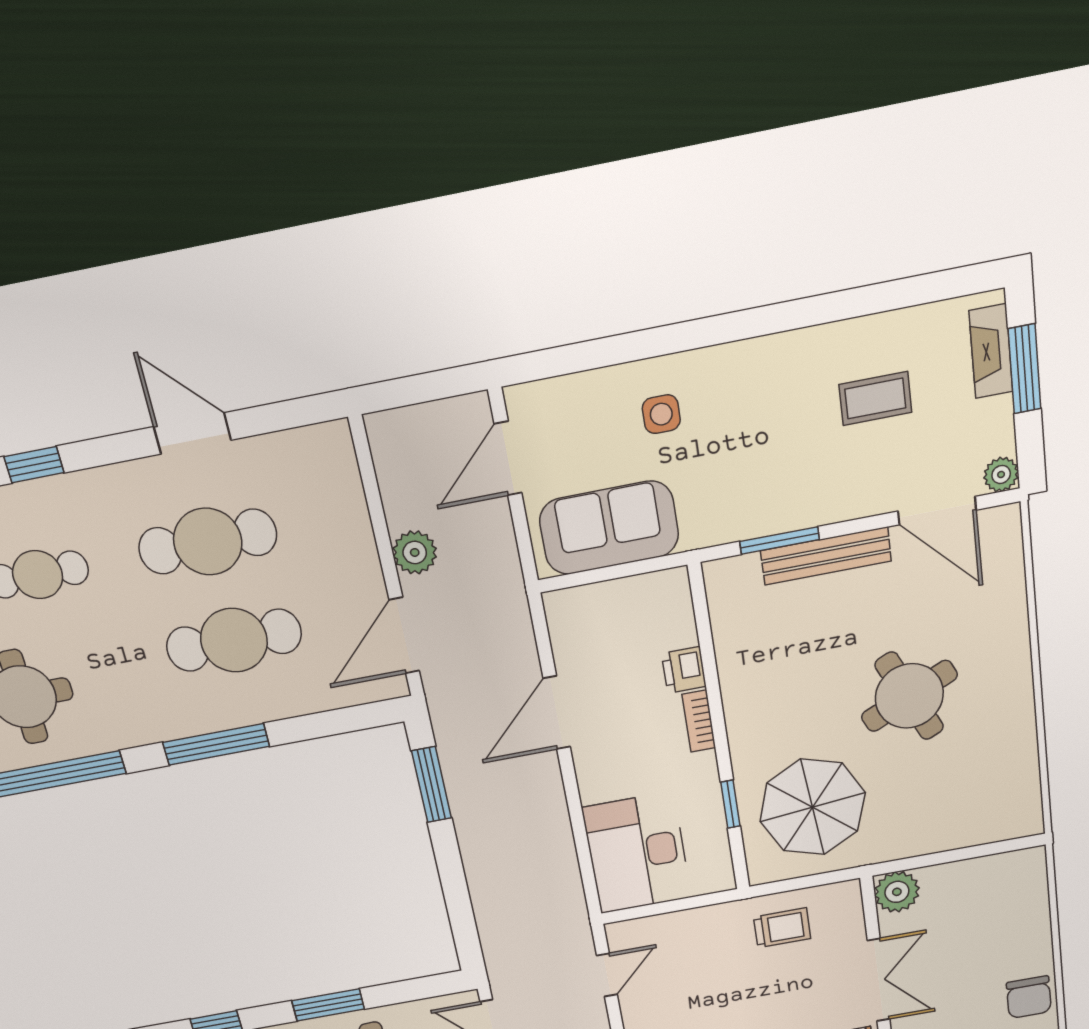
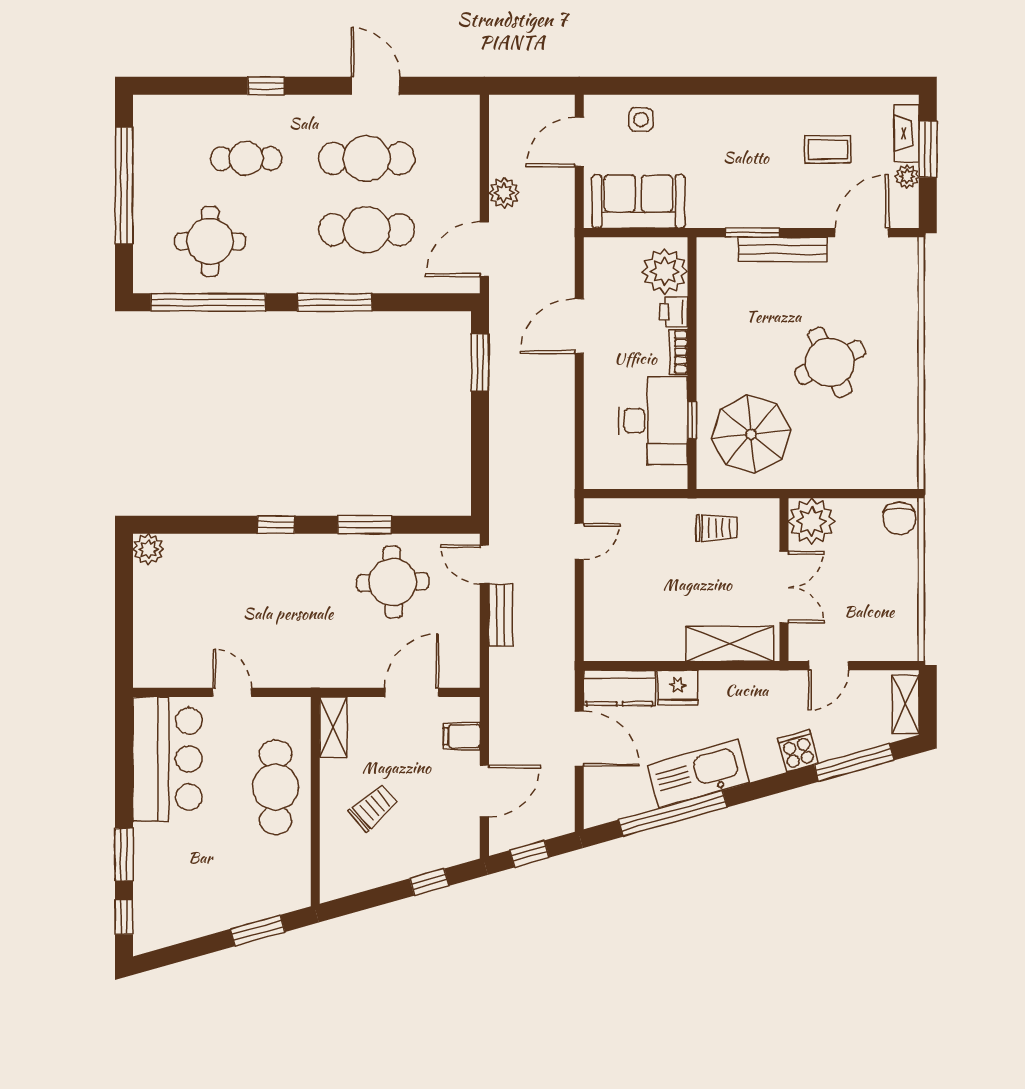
side table: (661, 414) -> (641, 120), moved
plant: (1001, 475) -> (907, 176), moved
door: (937, 511) -> (862, 233), swing flipped
plant: (662, 618) -> (665, 271), added
desk: (637, 853) -> (653, 421), moved, turned 180
plant: (897, 892) -> (812, 521), width x1.36, depth x1.36
chair: (1029, 997) -> (899, 518), moved

